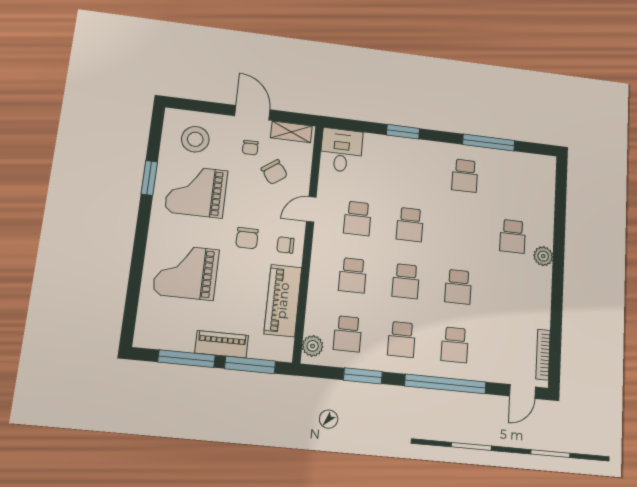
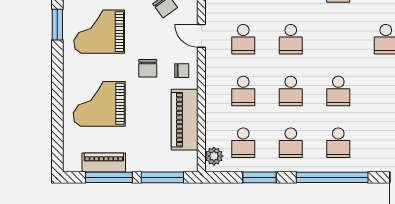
door: (311, 209) -> (201, 36), hinge flipped
chair: (285, 245) -> (182, 71), turned 180
piano: (222, 344) -> (104, 162), moved

